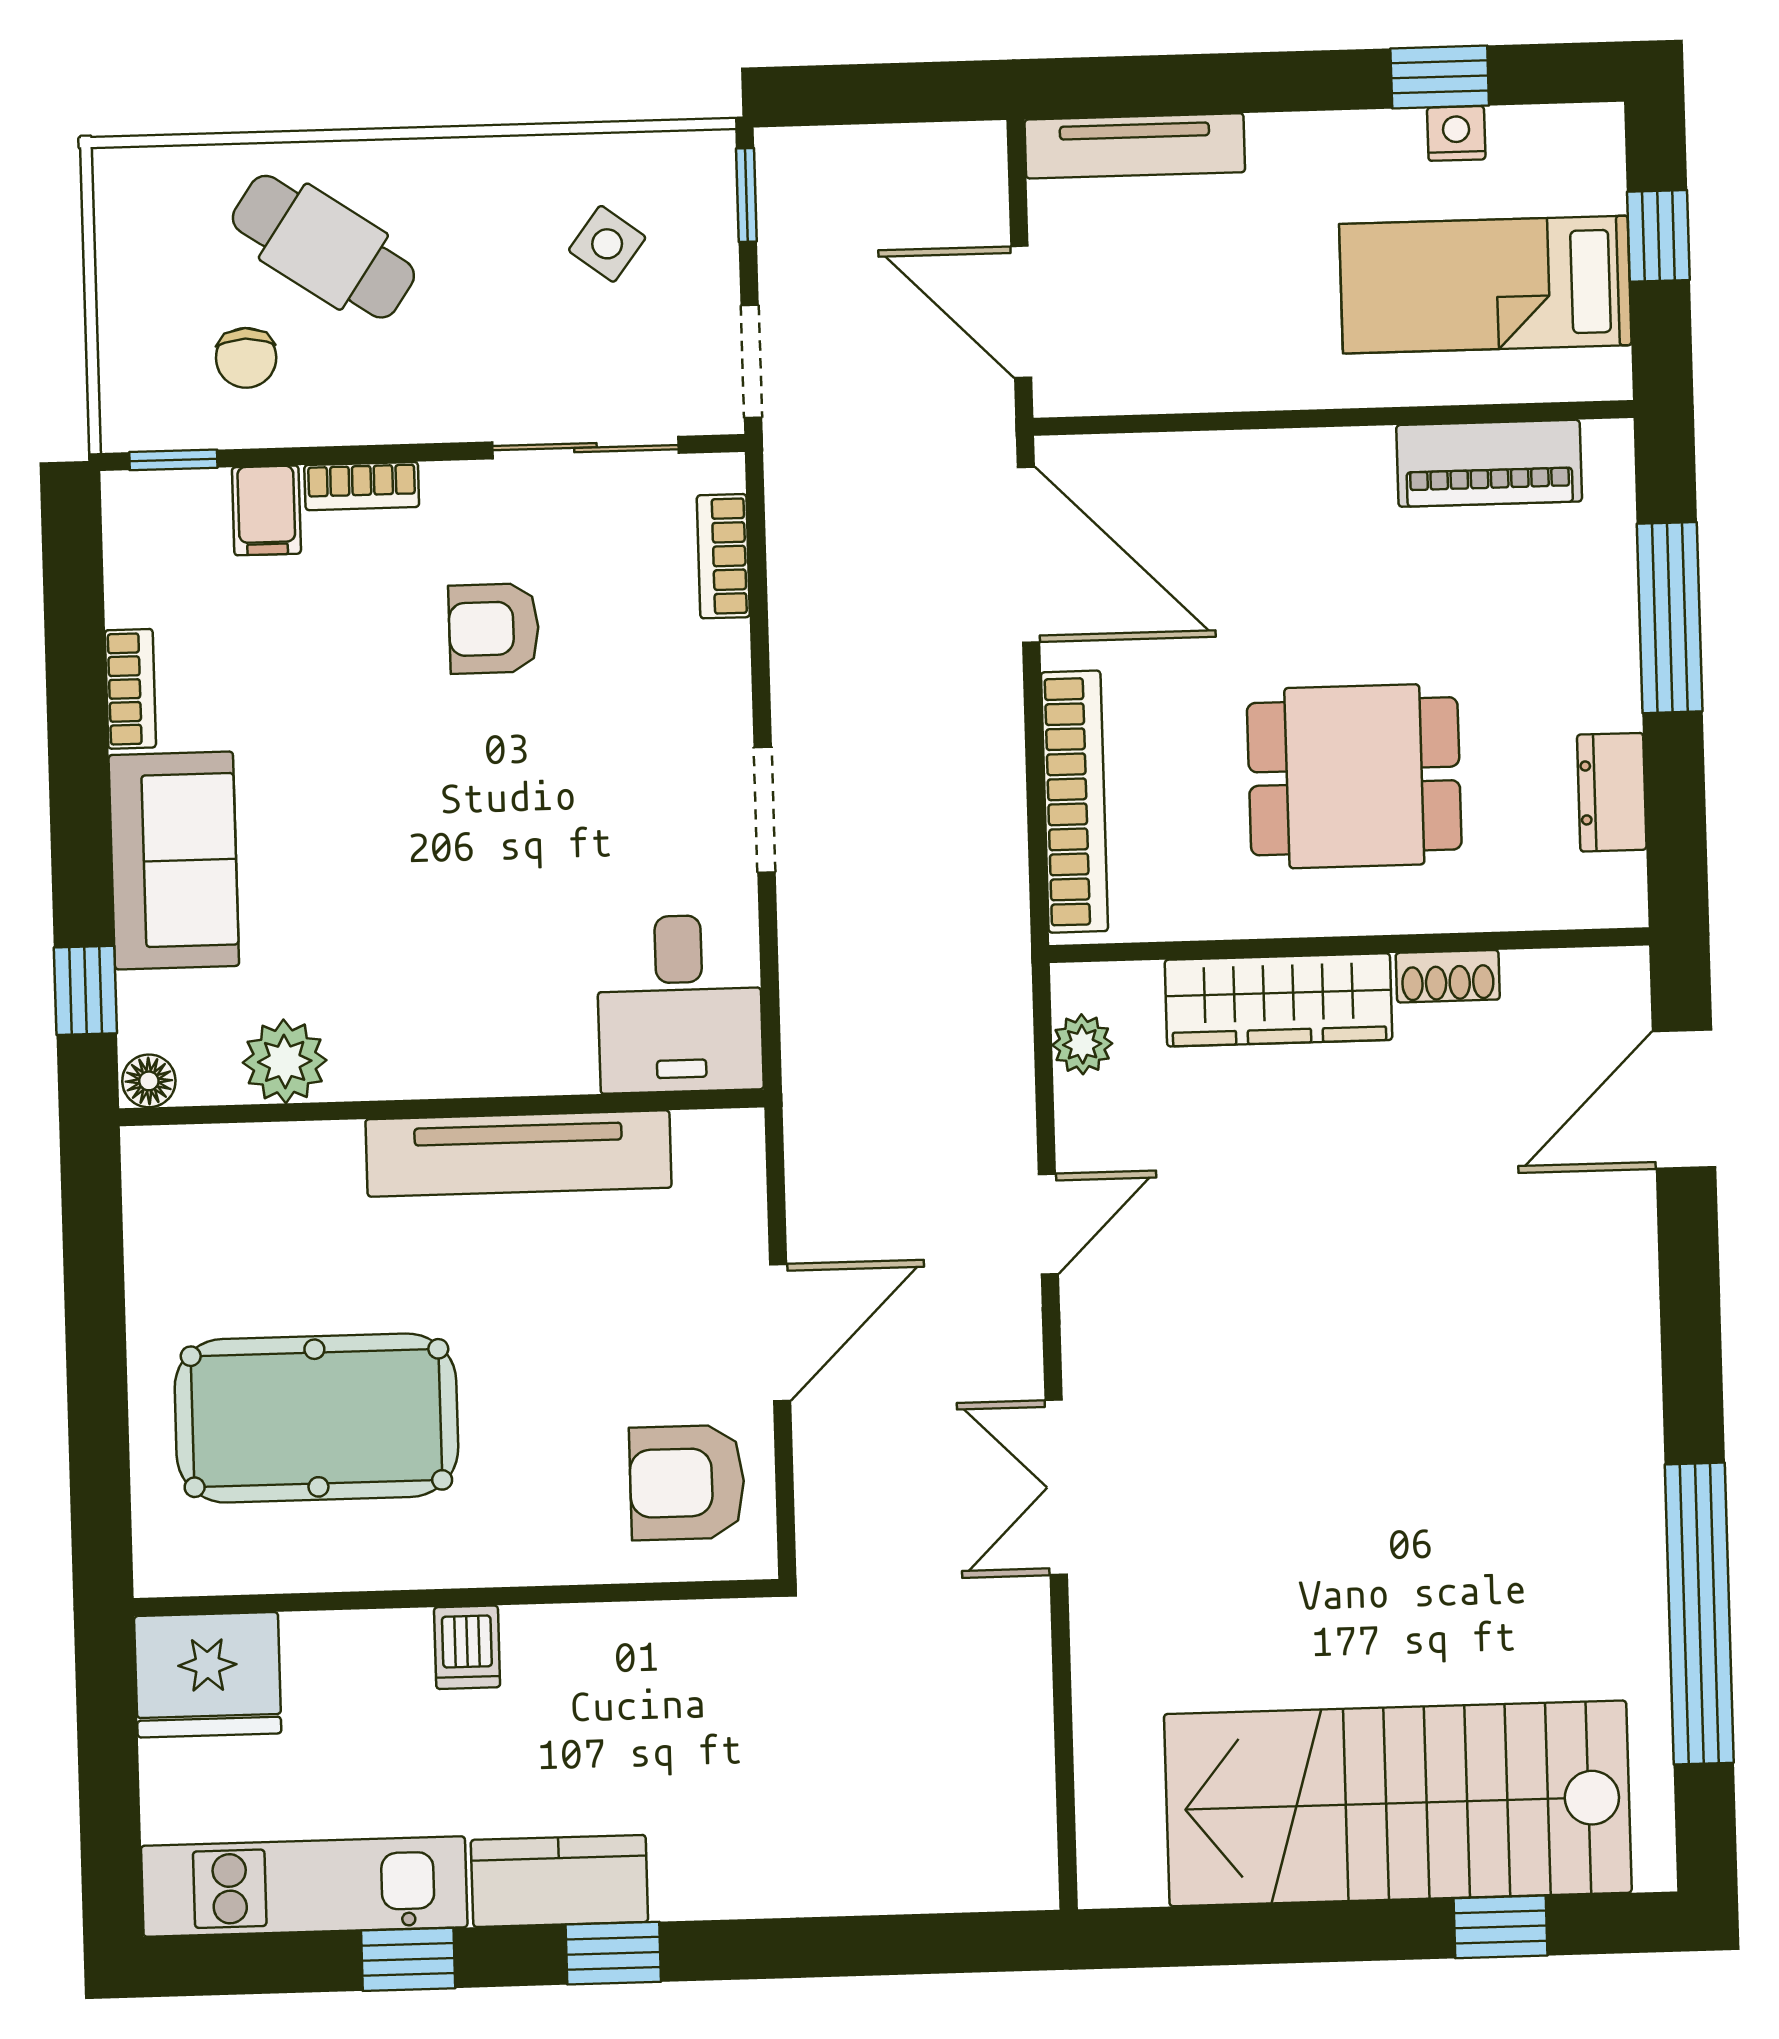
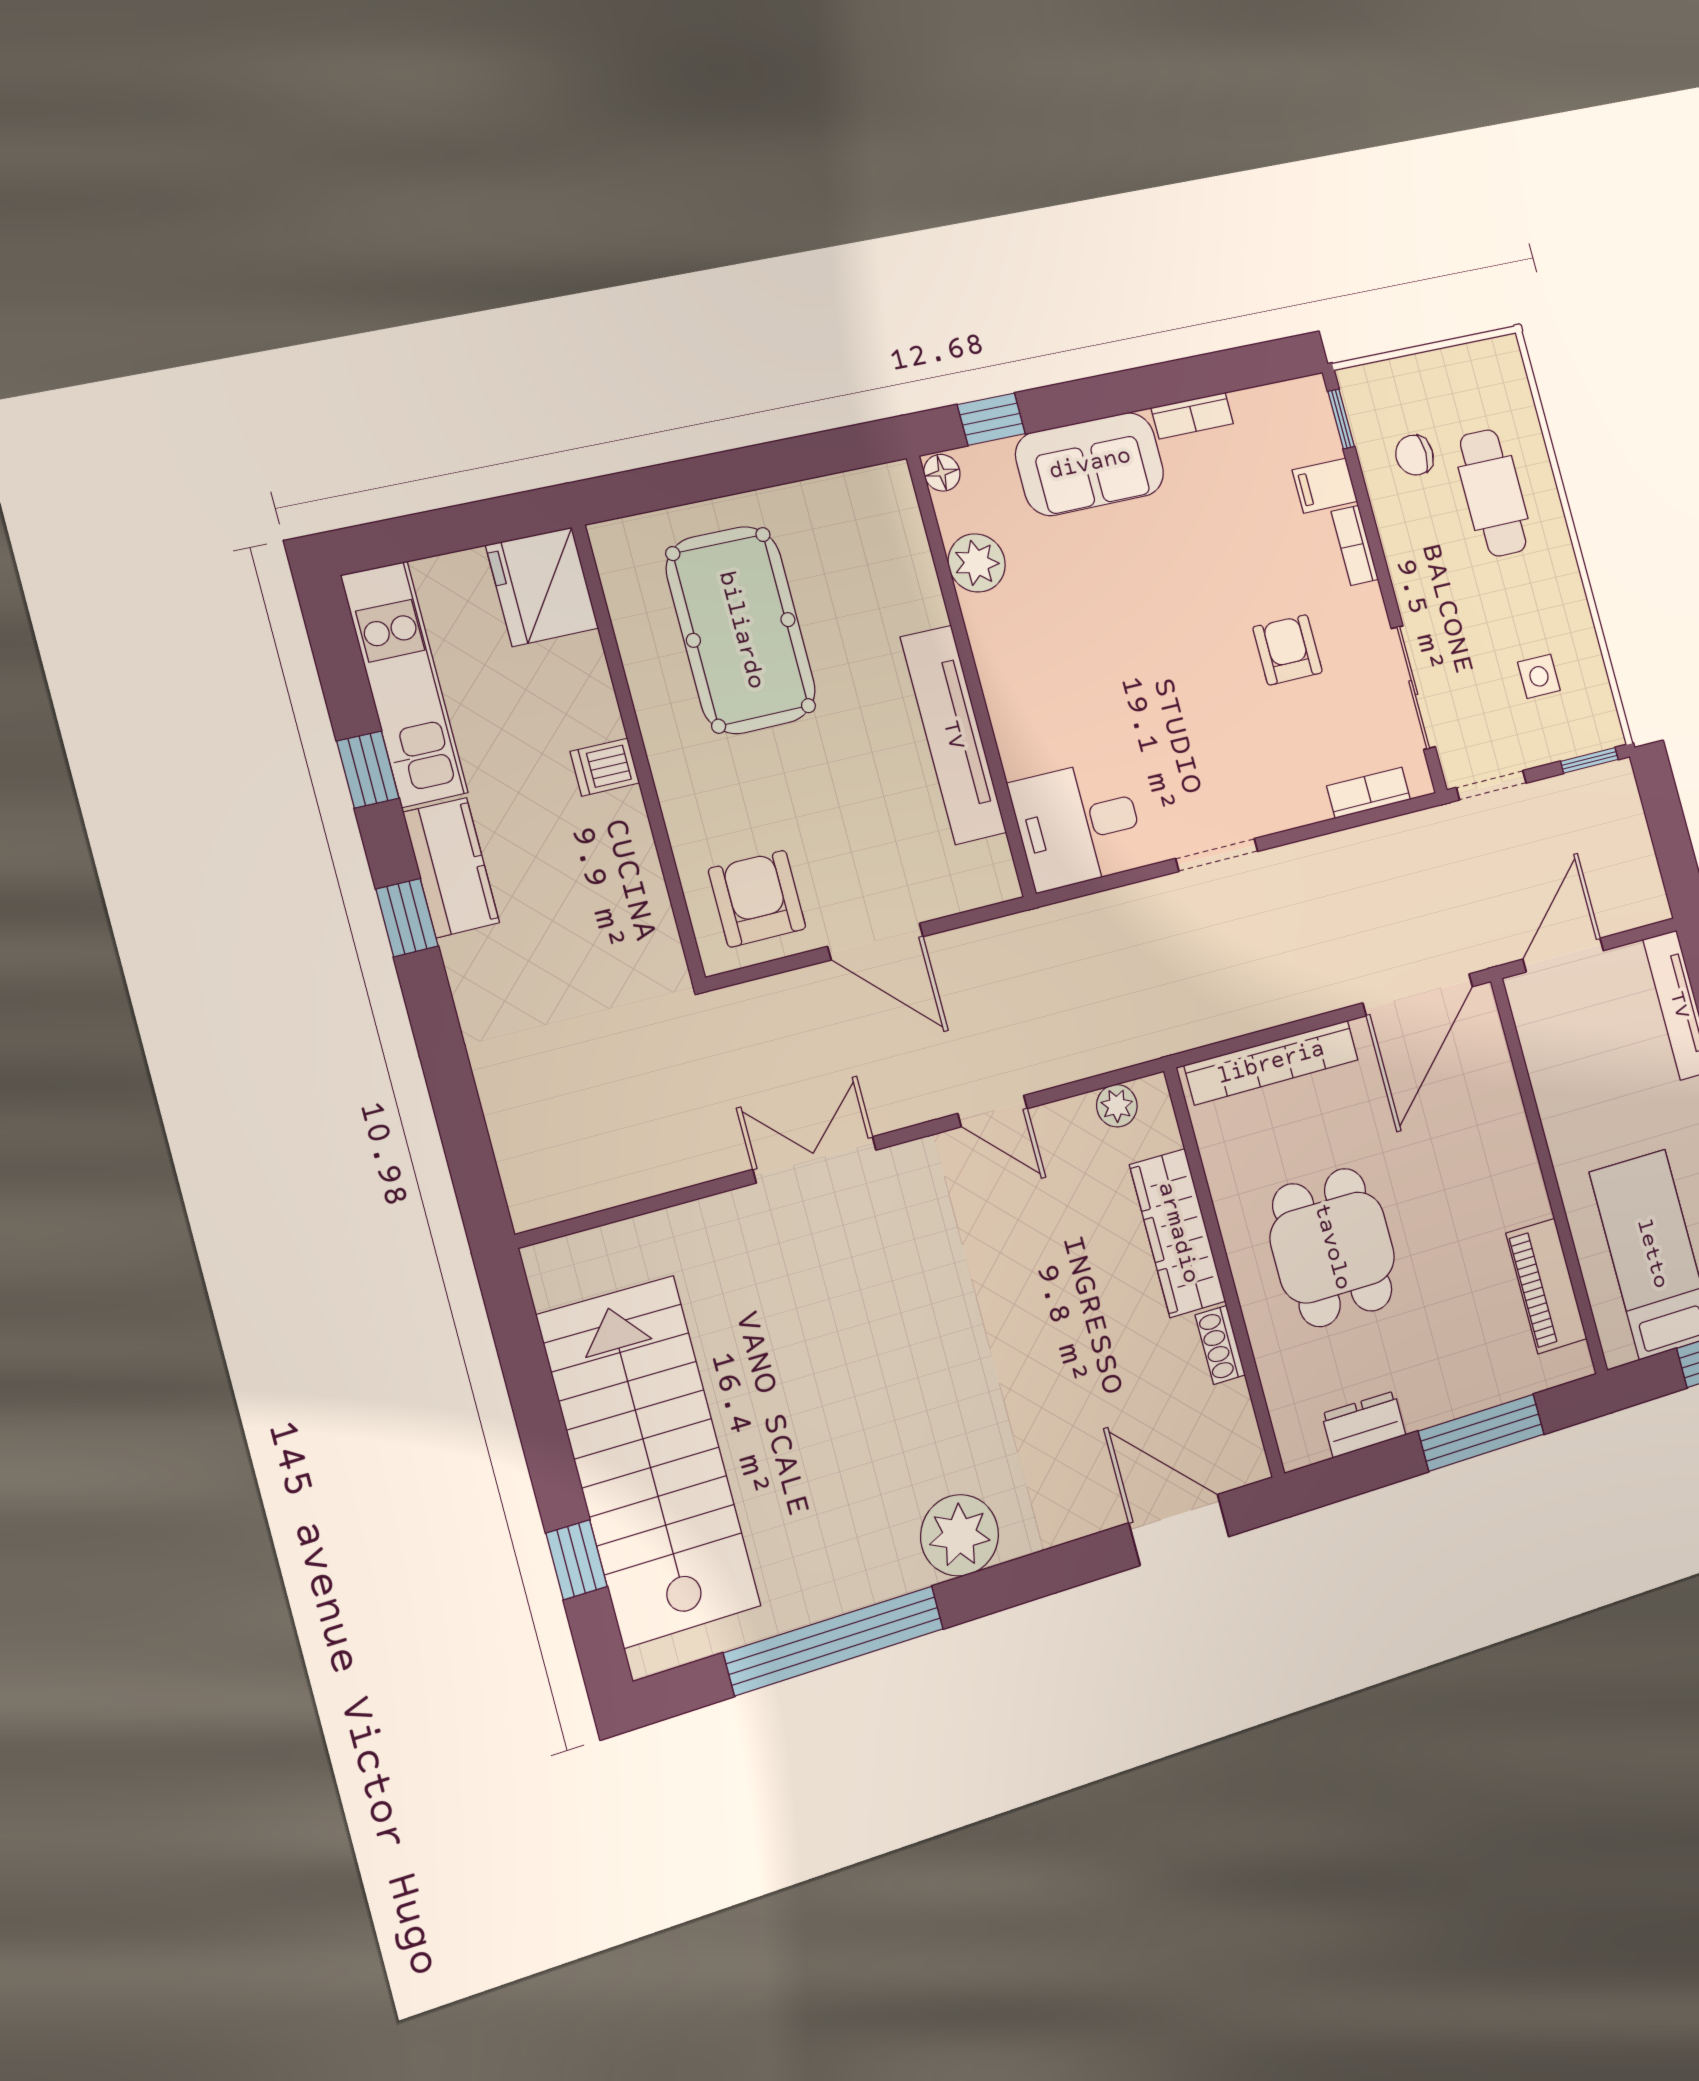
side table: (607, 244) -> (1539, 676), turned -37
cafe table: (323, 247) -> (1493, 493), turned -34
plant: (1607, 1410) -> (960, 1535), added

